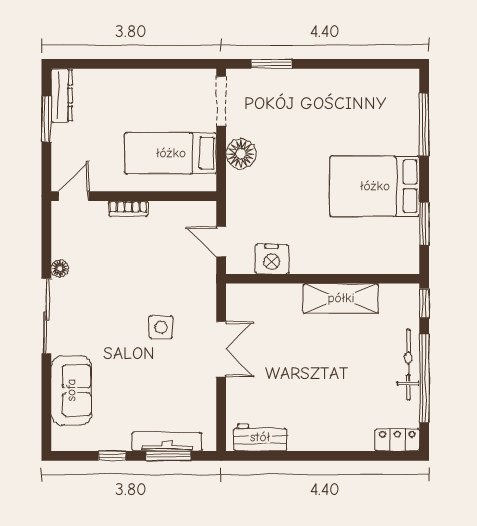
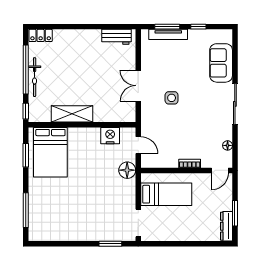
floor lamp: (241, 154) -> (127, 170), moved
bed: (375, 186) -> (50, 152), moved, turned 90
floor lamp: (60, 269) -> (228, 145), moved

